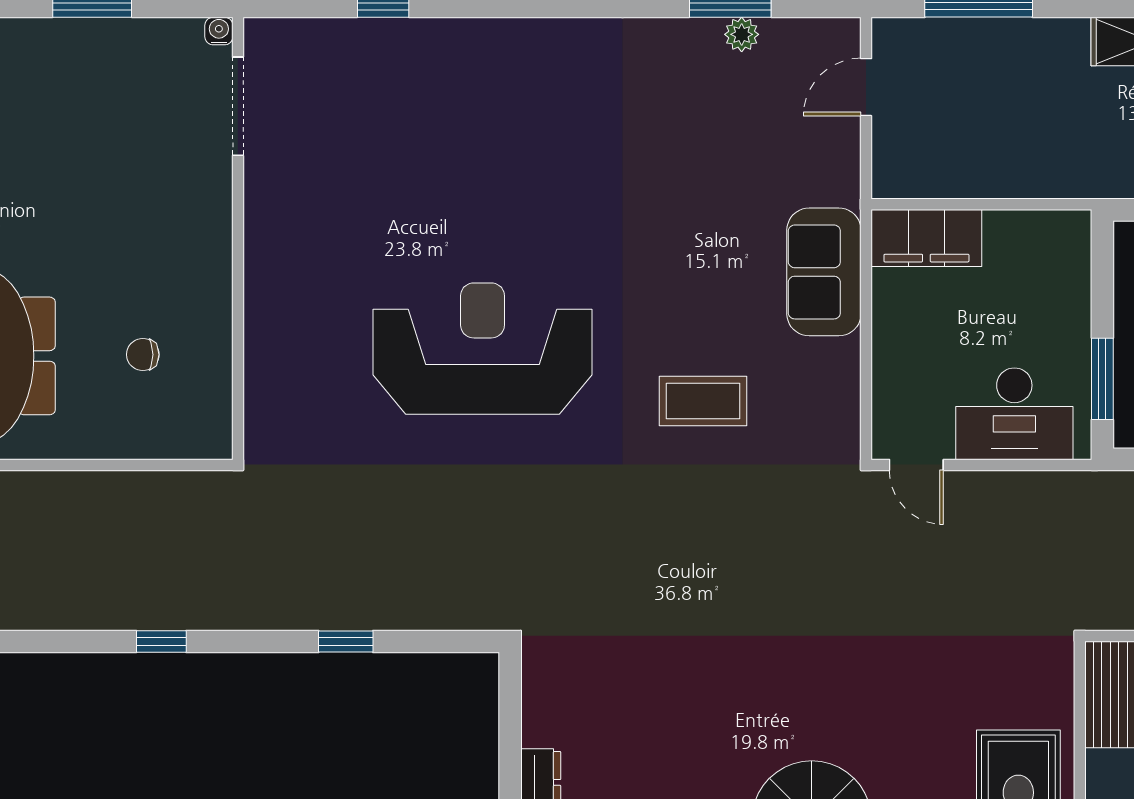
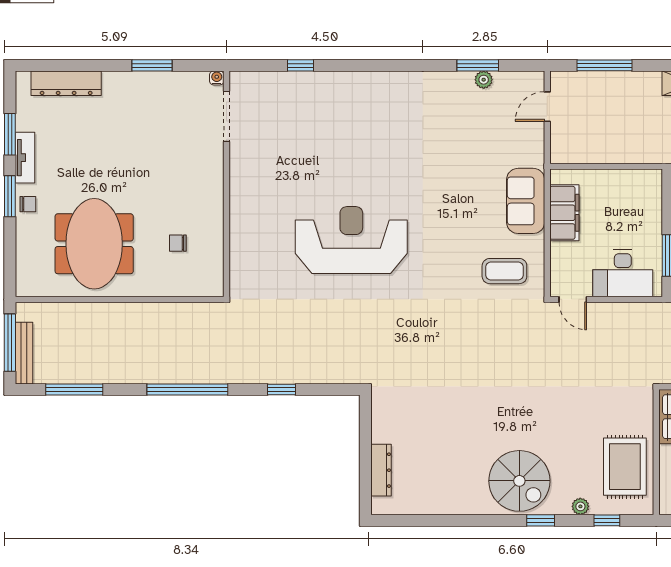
filing cabinet: (926, 238) -> (564, 213), moved, turned -90
coffee table: (703, 401) -> (504, 271), moved
window: (161, 641) -> (187, 390), width x3.17

